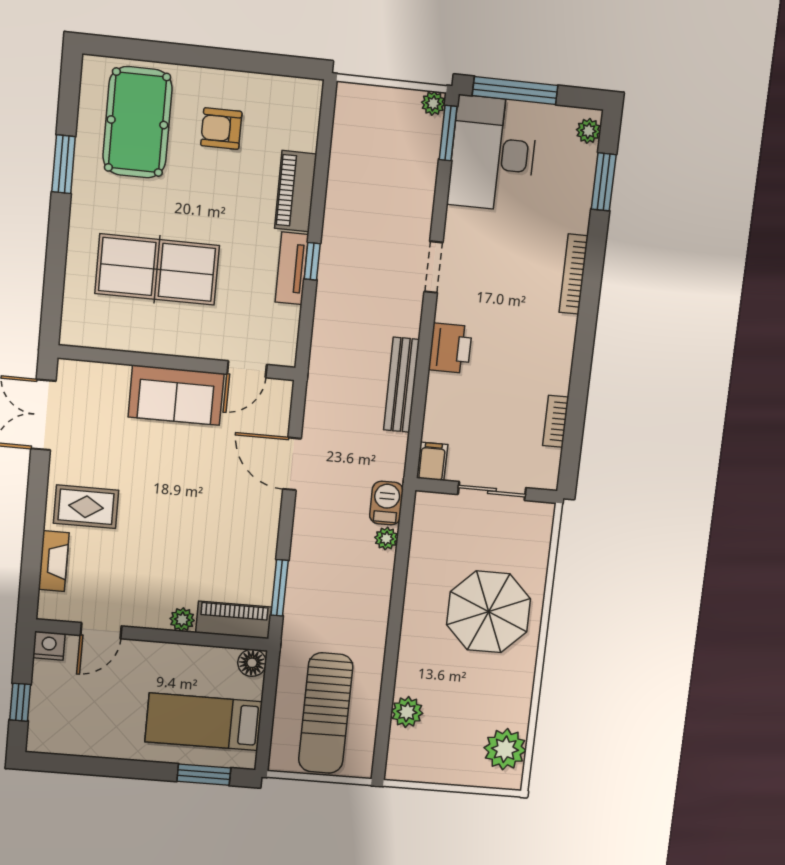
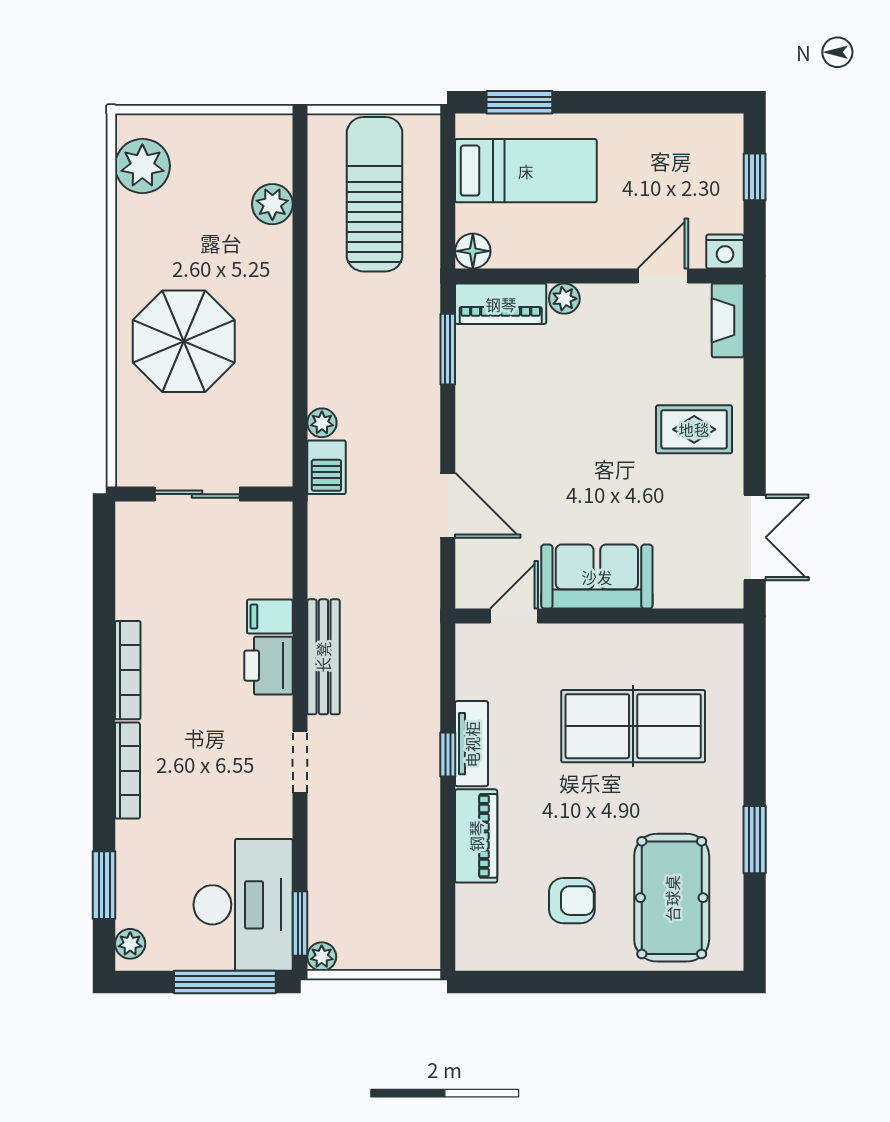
bench: (402, 385) -> (323, 657), moved
bookcase: (556, 421) -> (128, 670), moved, width x1.56
filing cabinet: (432, 461) -> (270, 617), moved, turned 90
fireplace: (54, 561) -> (728, 320), moved

